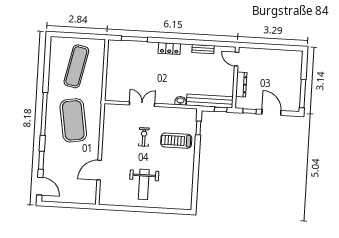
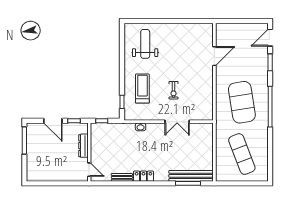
locker: (169, 48) -> (143, 176), moved
exercise mat: (76, 66) -> (242, 154), turned -33
bench: (210, 101) -> (191, 176), moved
treadmill: (176, 141) -> (142, 89), turned -90
weight bench: (144, 184) -> (145, 44), moved
door: (40, 186) -> (270, 38), hinge flipped

